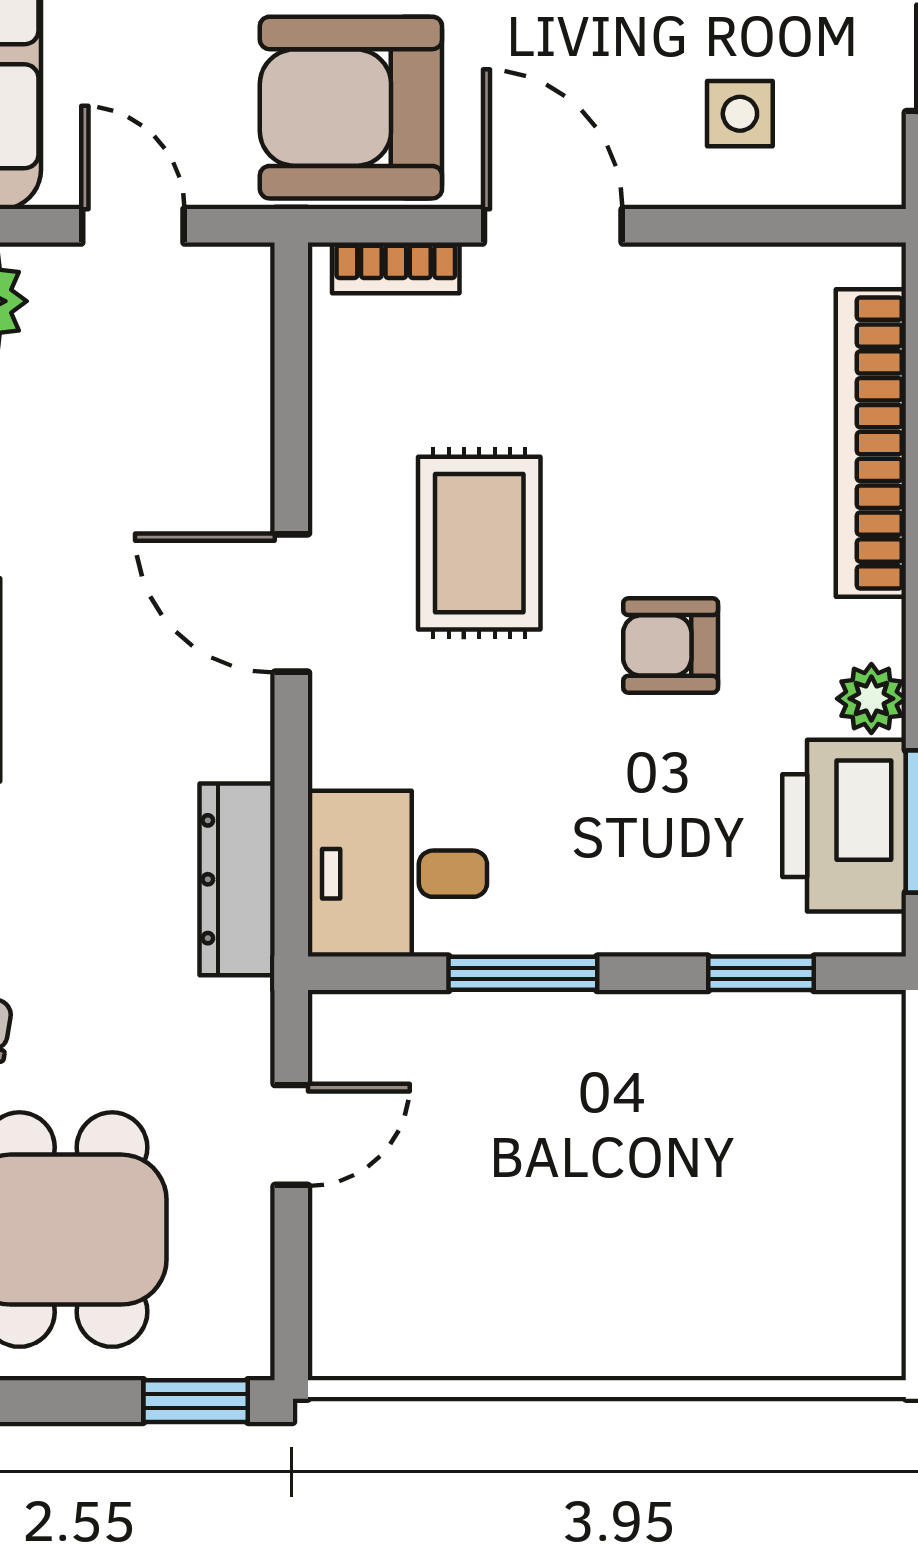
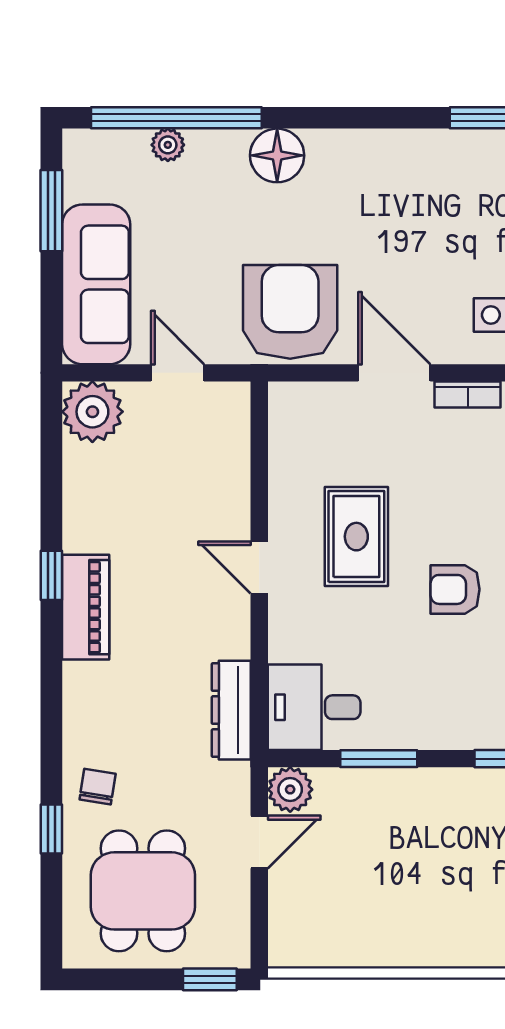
armchair: (351, 108) -> (290, 312), turned 90
bookcase: (396, 268) -> (468, 395), moved
door: (291, 603) -> (259, 567), width x0.73
plant: (351, 1033) -> (290, 789), added

